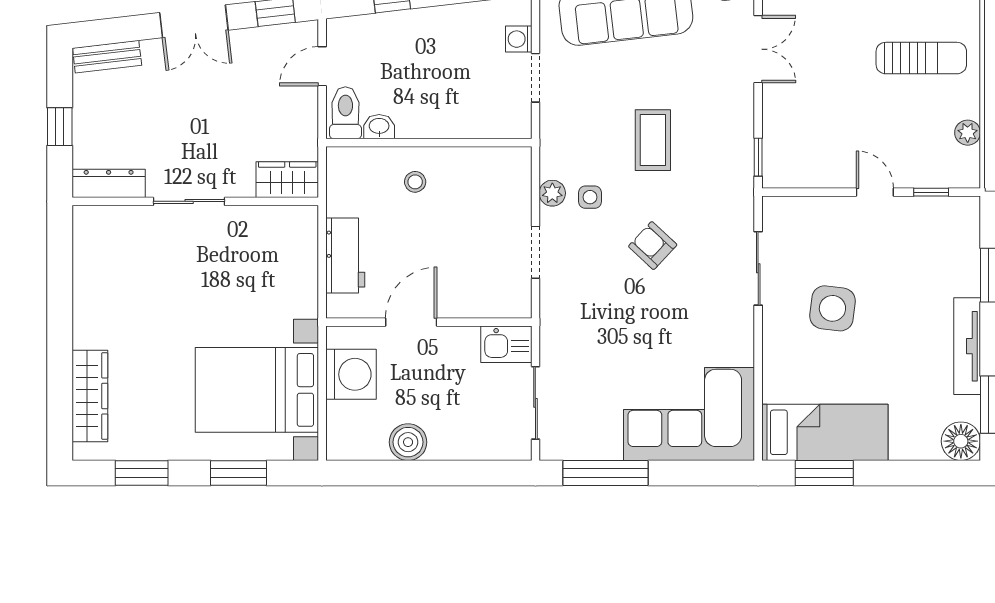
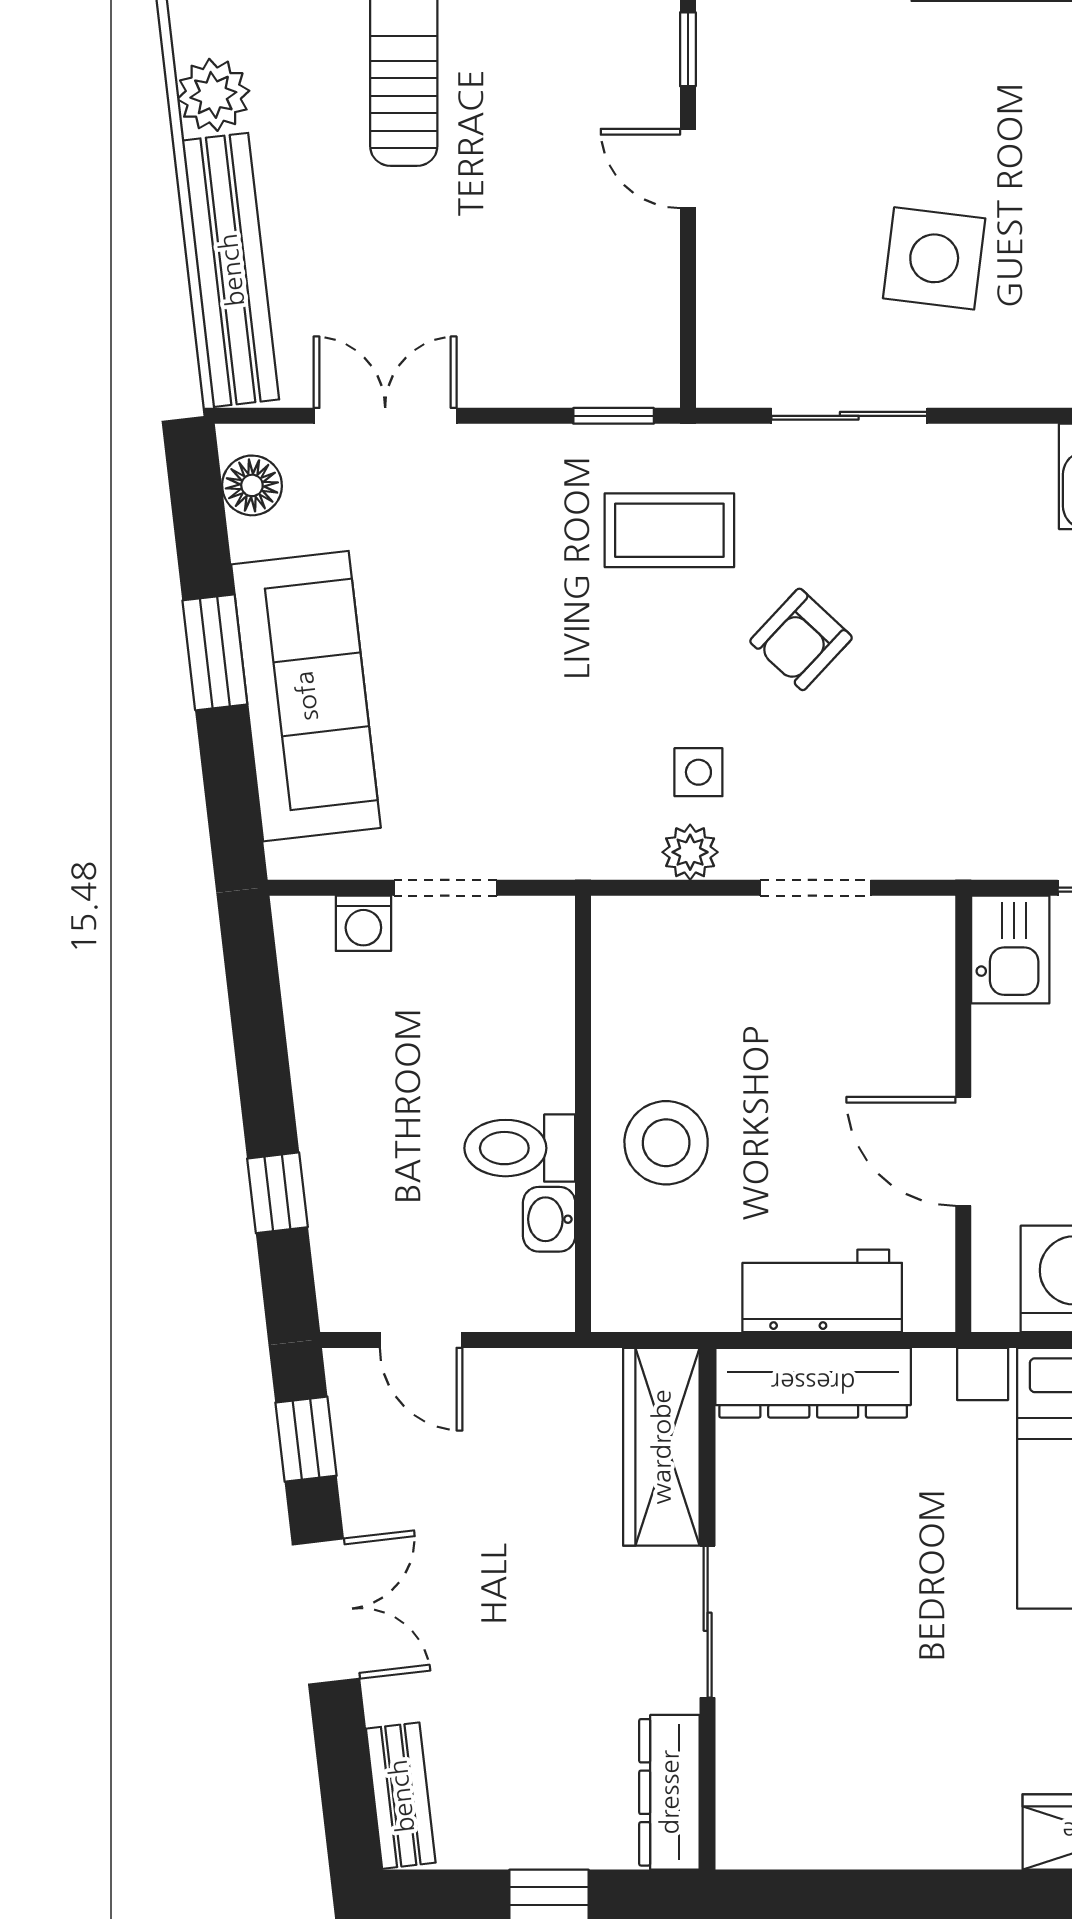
toilet: (345, 113) -> (520, 1148), moved
coffee table: (653, 140) -> (669, 530), moved
wardrobe: (287, 180) -> (661, 1447), width x1.50
stool: (415, 182) -> (666, 1143), width x1.89, depth x1.89
door: (875, 192) -> (688, 168), hinge flipped
dresser: (302, 251) -> (813, 1383), added

